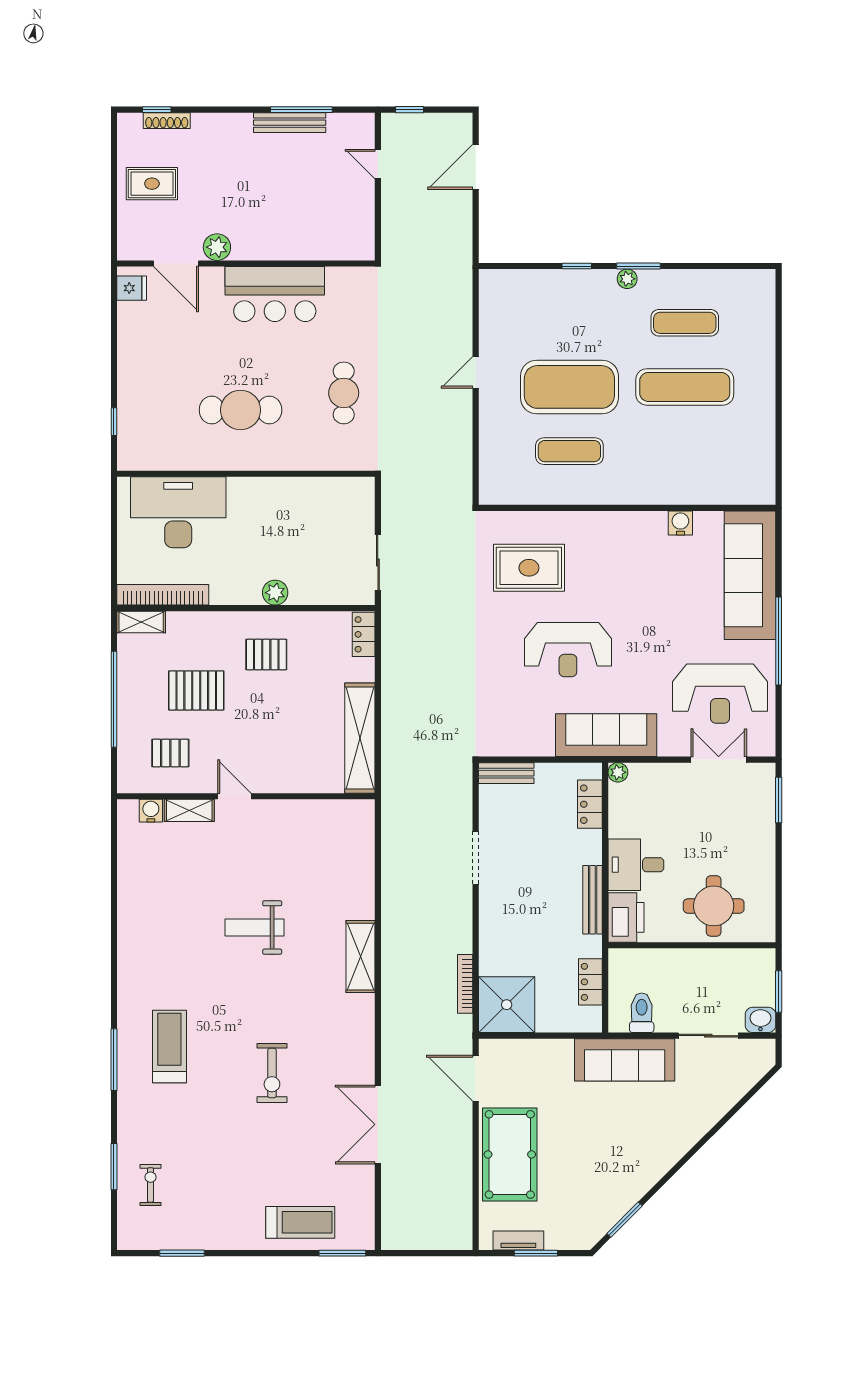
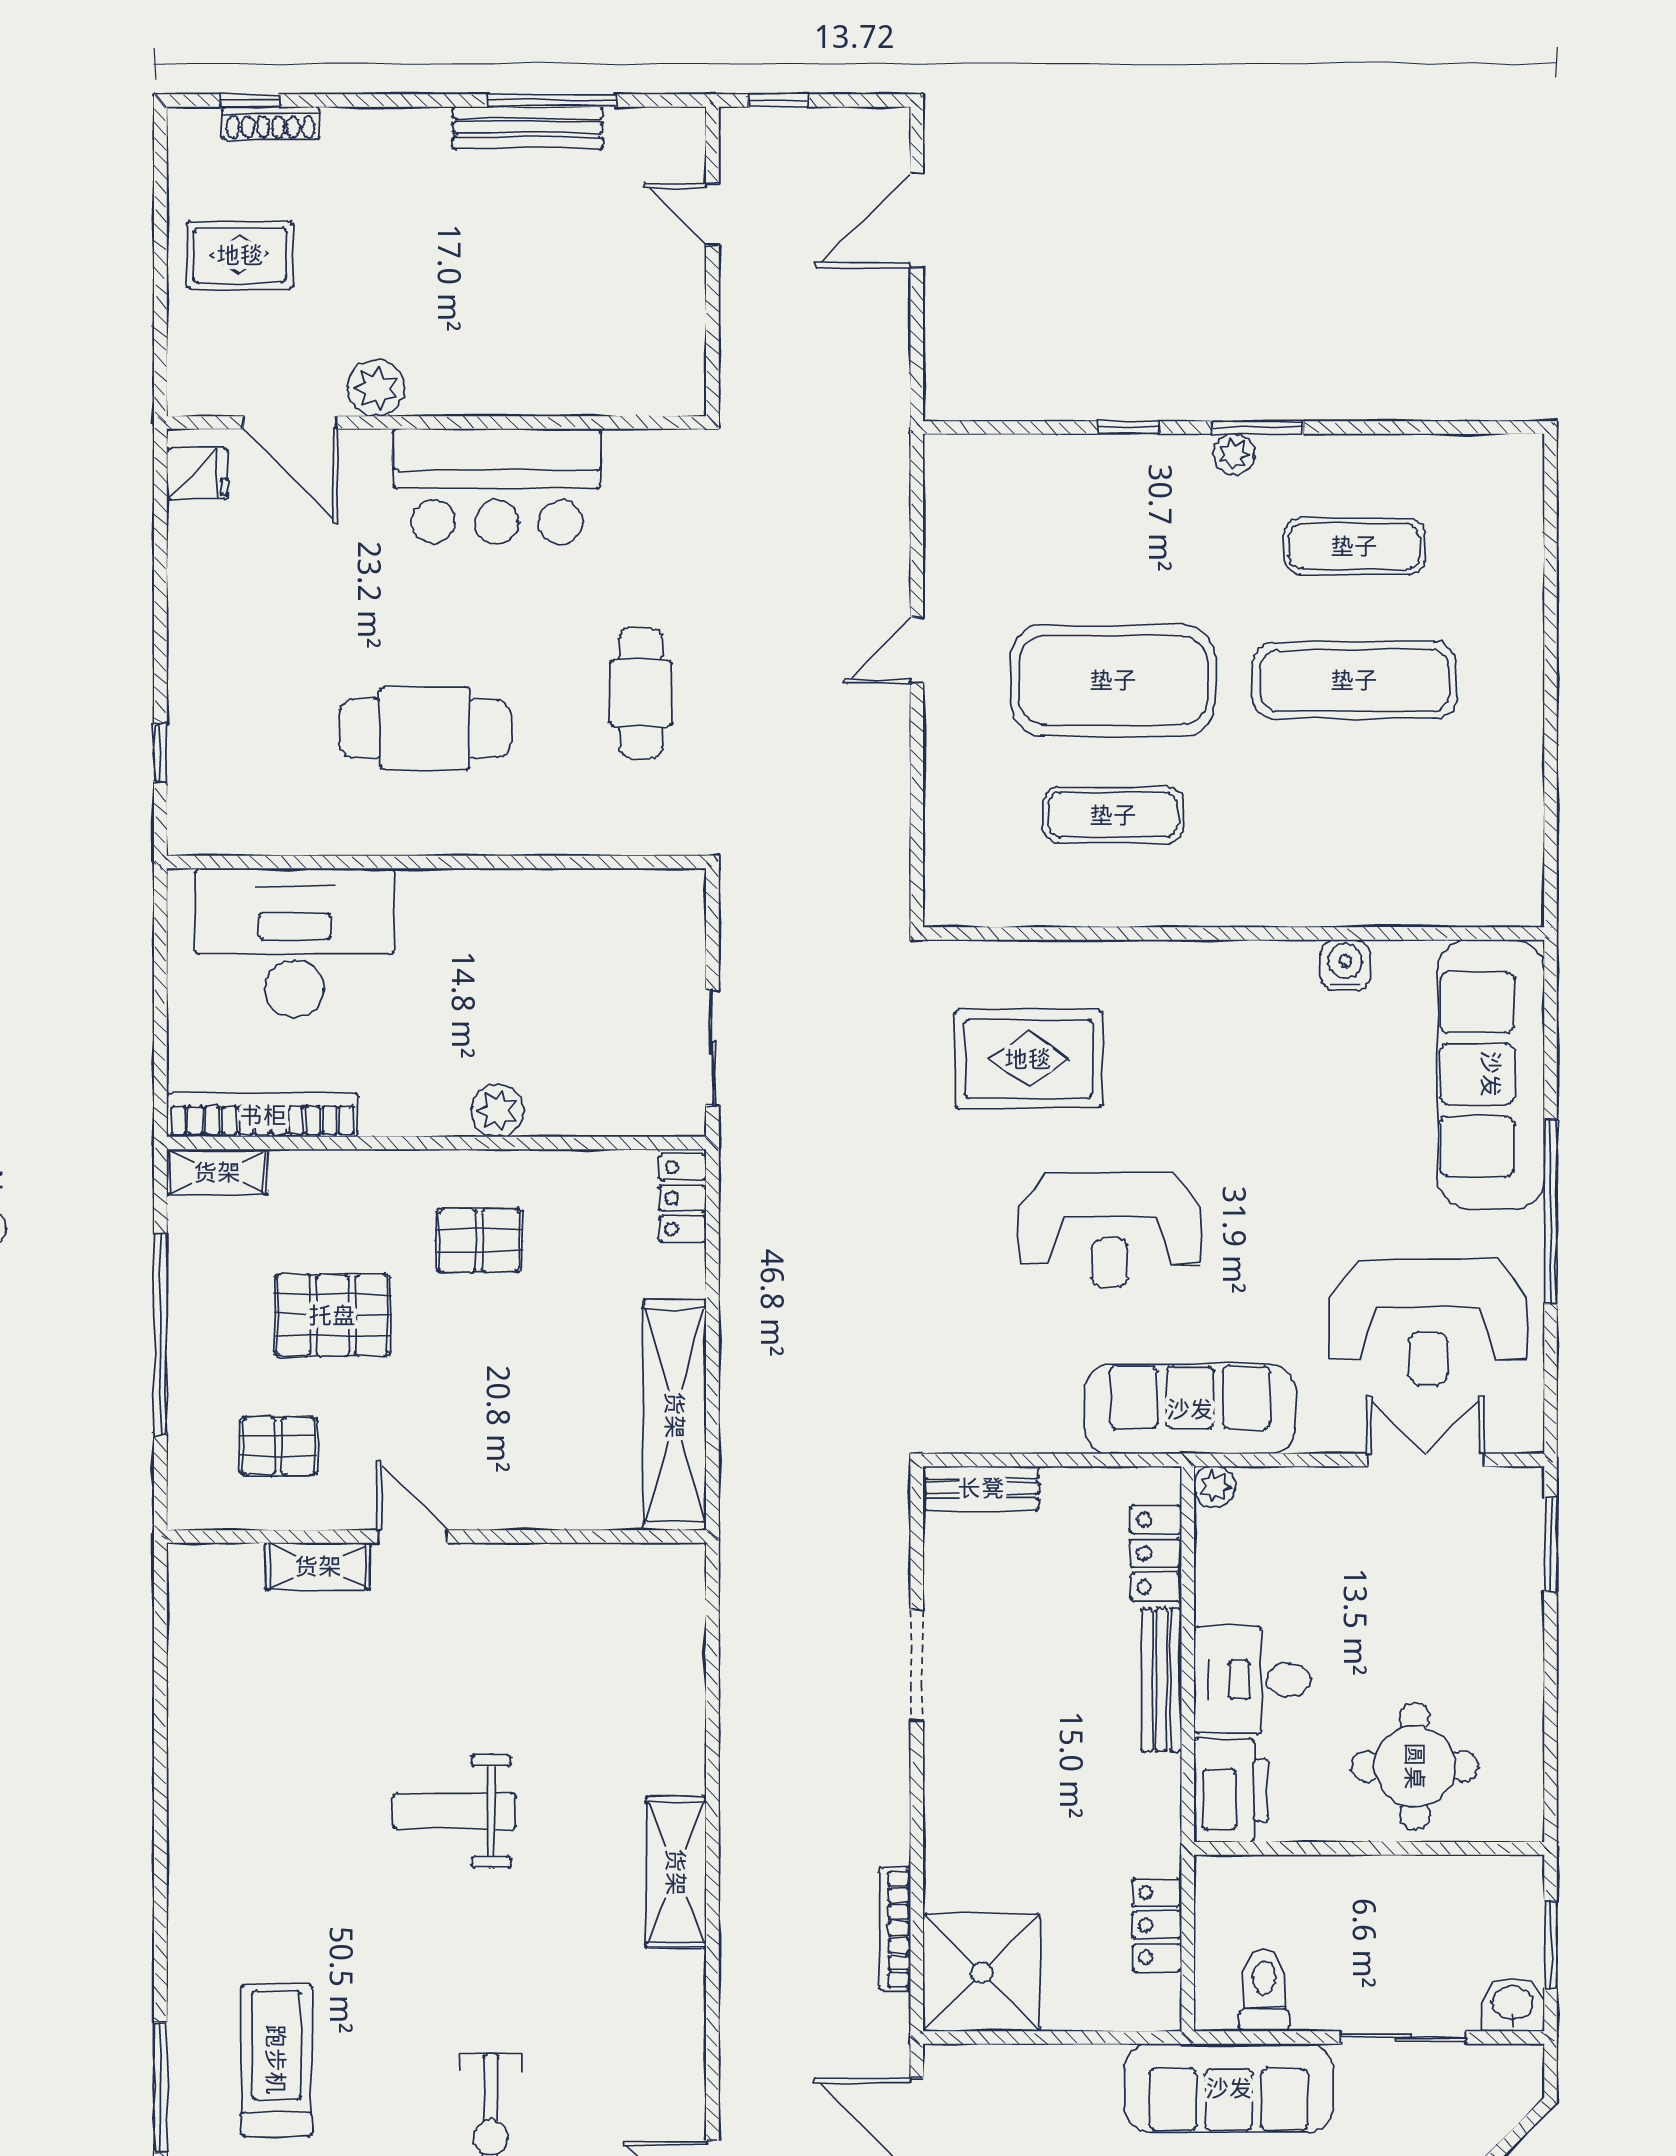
water cooler: (151, 811) -> (237, 1567), removed
bench: (593, 900) -> (1161, 1680), moved

